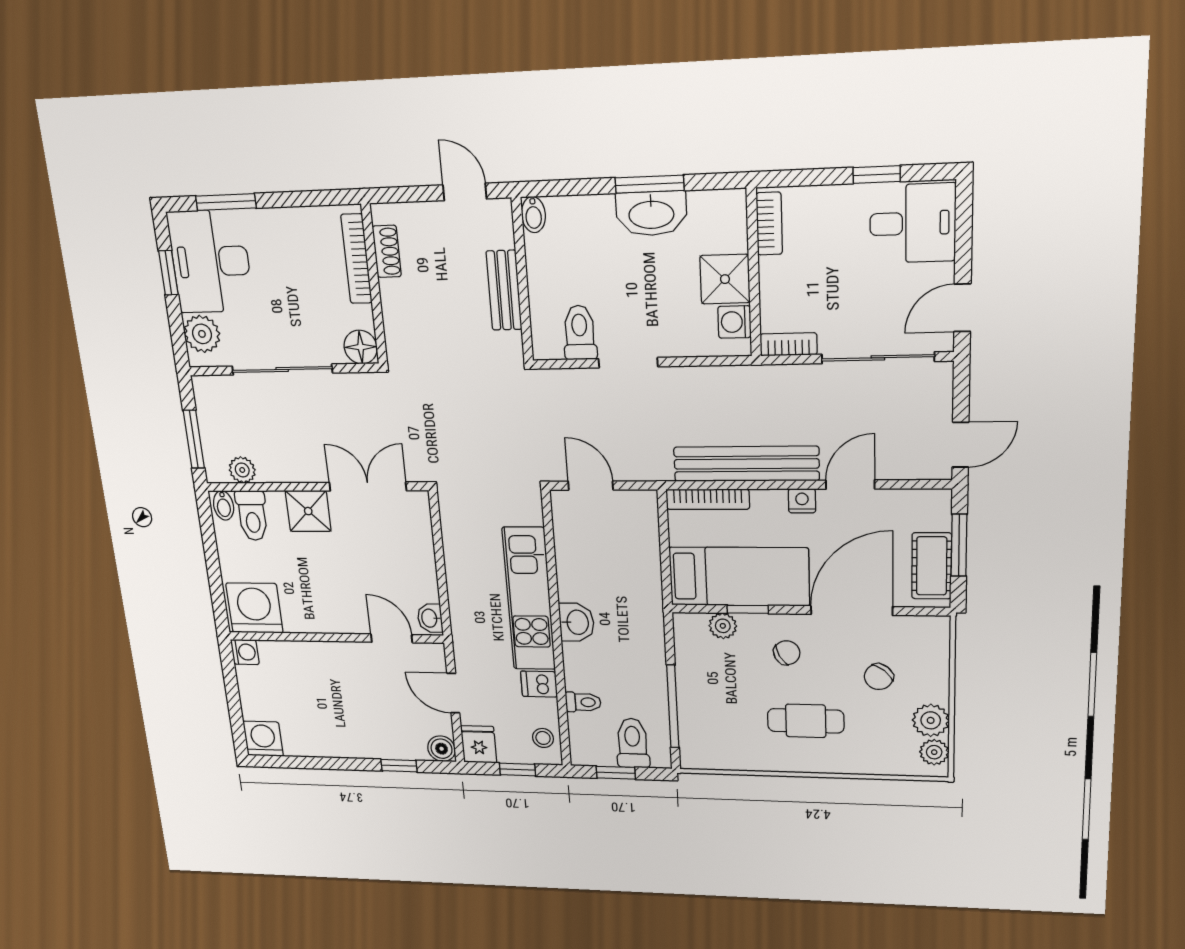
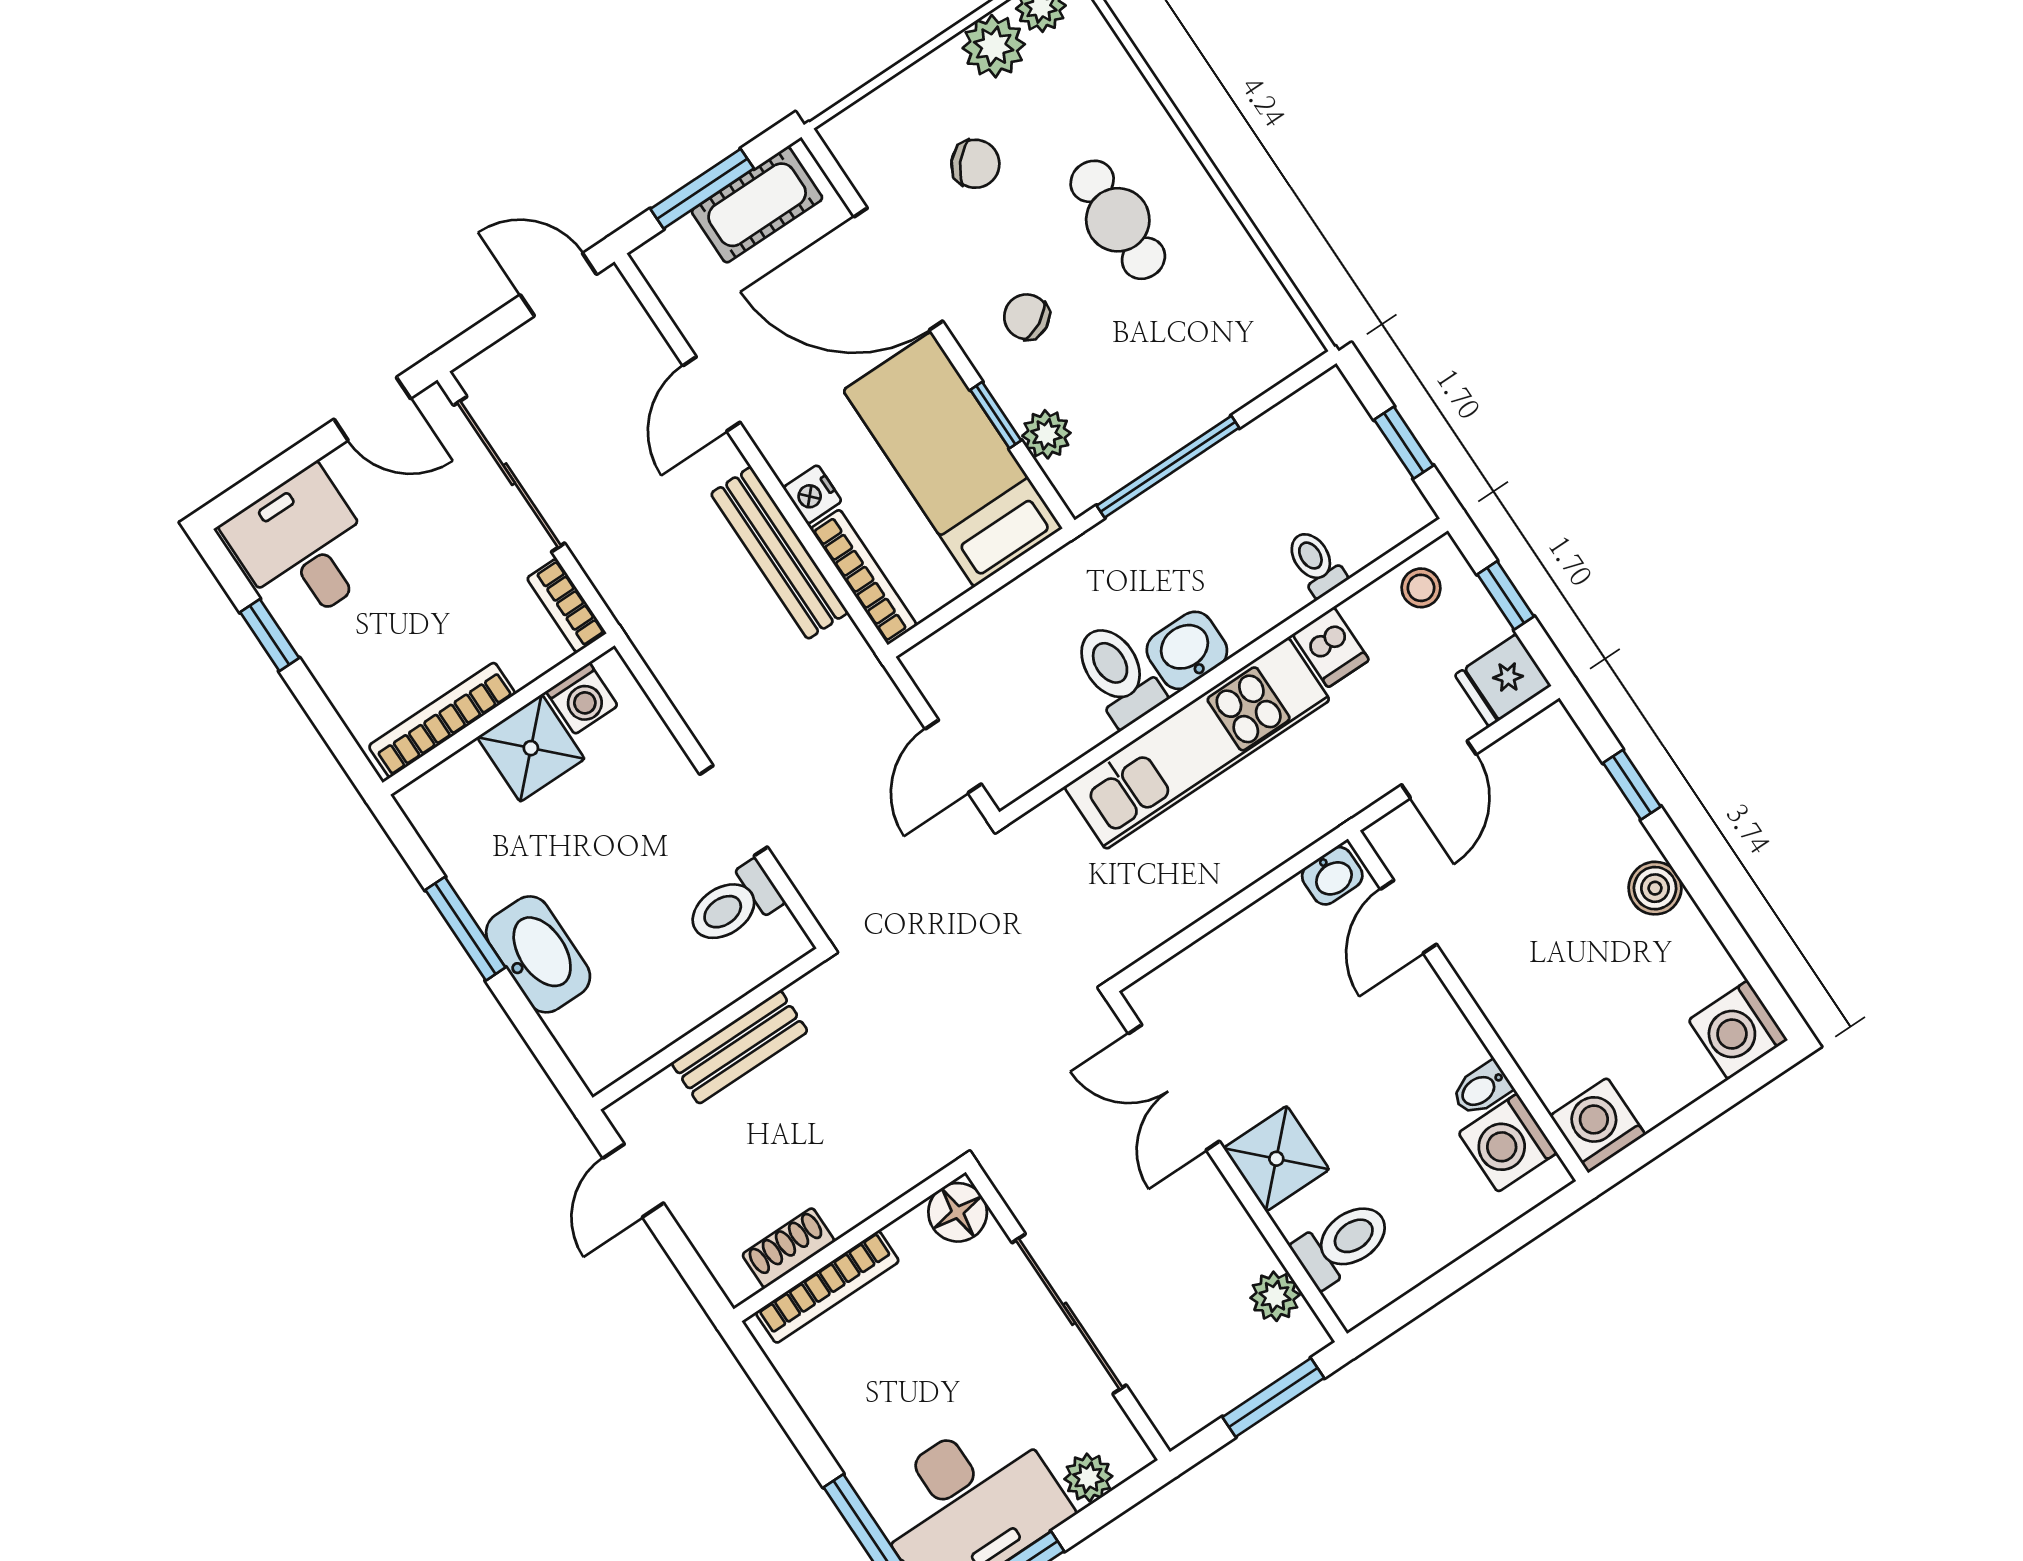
washbasin: (651, 214) -> (538, 954), moved
bidet: (533, 215) -> (606, 1066), removed
bookcase: (769, 224) -> (442, 720), width x1.56
plant: (202, 334) -> (1088, 1478), width x0.73, depth x0.73
bench: (746, 464) -> (779, 553), width x0.73, depth x0.82
door: (850, 485) -> (712, 394), hinge flipped
nightstand: (802, 501) -> (812, 494), moved
bidet: (224, 505) -> (1482, 1089), moved, turned 180
washing machine: (254, 608) -> (1508, 1143), width x0.73, depth x0.73
washing machine: (245, 652) -> (1598, 1125), width x1.38, depth x1.38
window: (673, 707) -> (1168, 467), moved
toilet: (633, 743) -> (1118, 674), moved, turned 90
boiler: (442, 749) -> (1655, 888), moved

